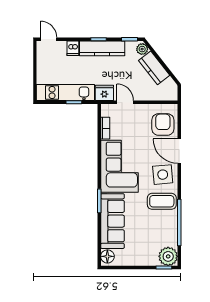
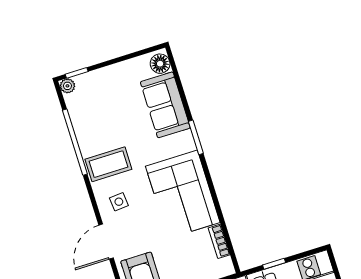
door: (179, 151) -> (106, 242), swing flipped
side table: (163, 175) -> (119, 202), width x0.54, depth x0.54
sofa: (112, 221) -> (165, 105), width x0.73
plant: (168, 256) -> (67, 86), width x0.53, depth x0.53

